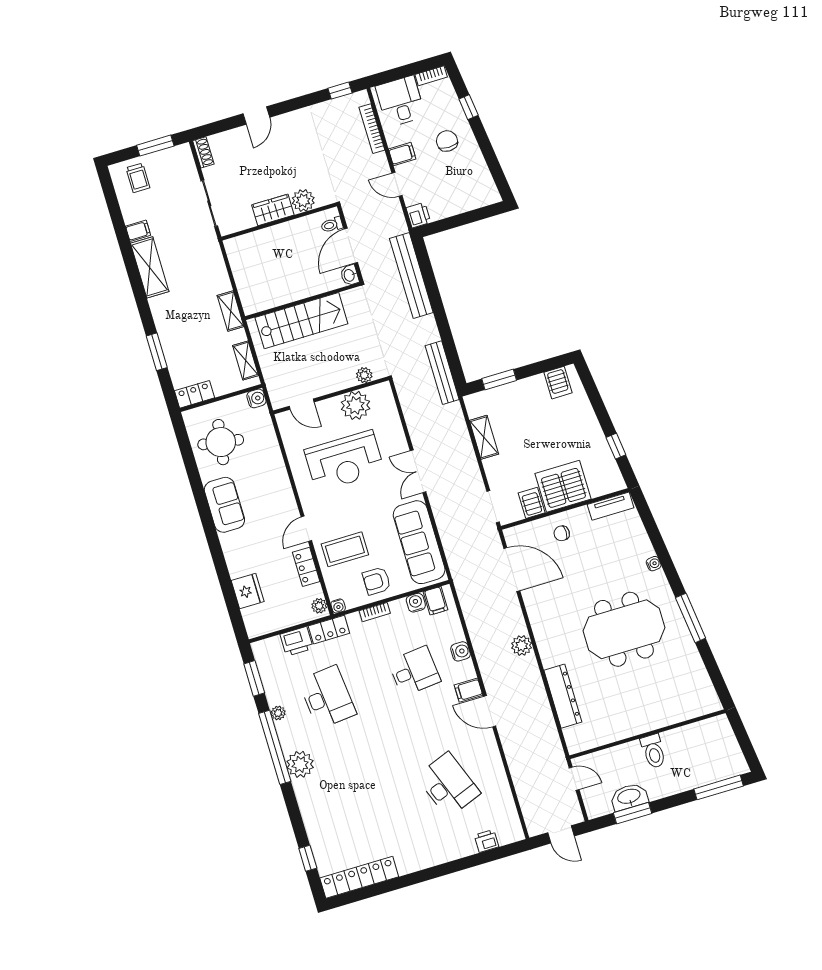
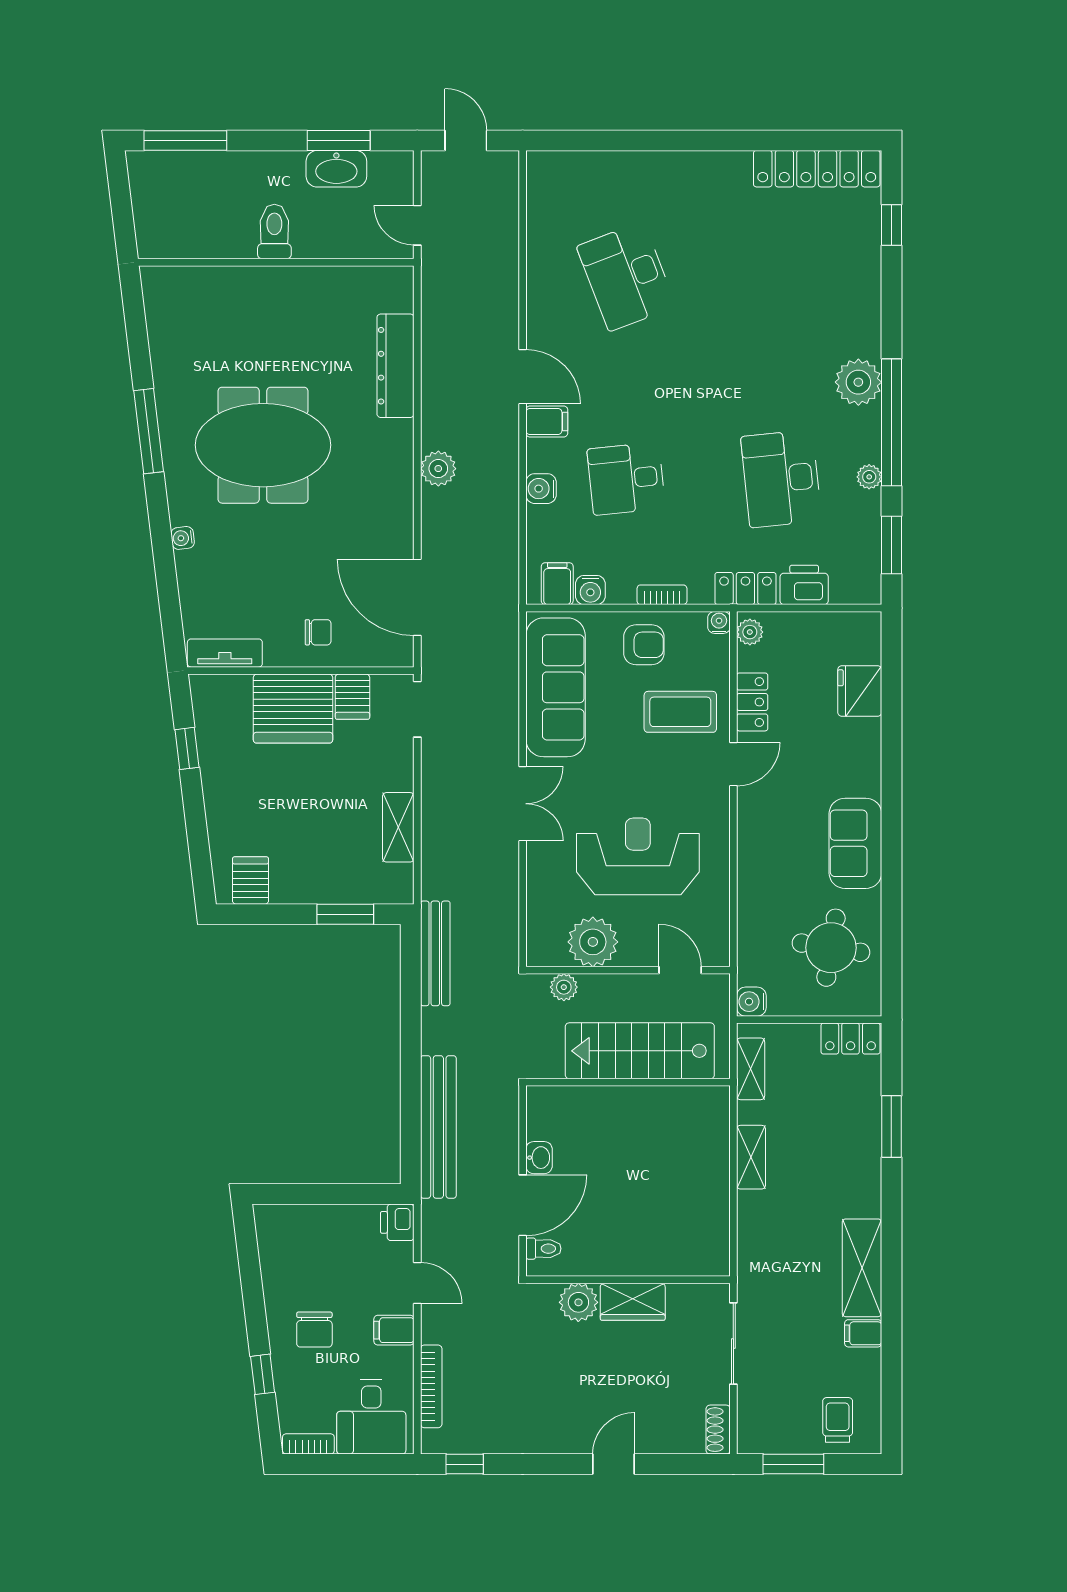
wall: (303, 301) -> (628, 1082), moved
stairs: (301, 321) -> (640, 1051), moved
printer: (486, 841) -> (591, 166), removed

